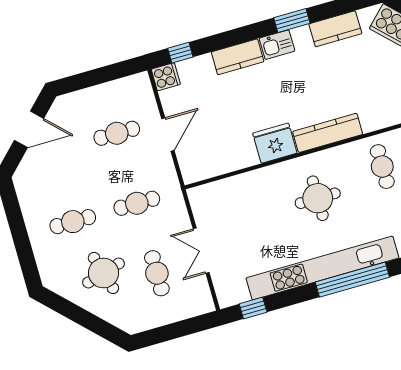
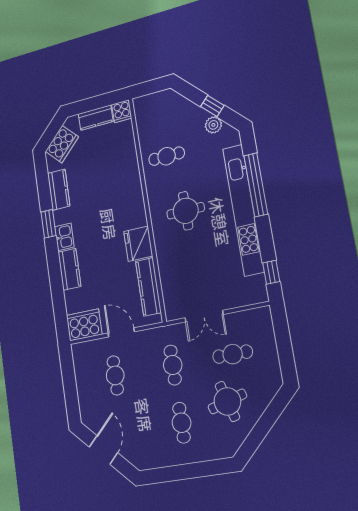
window: (180, 53) -> (61, 316), removed
cooker: (166, 77) -> (84, 325), width x1.87, depth x1.31
kitchen counter: (328, 133) -> (148, 287), moved
double door: (201, 251) -> (204, 316), moved

